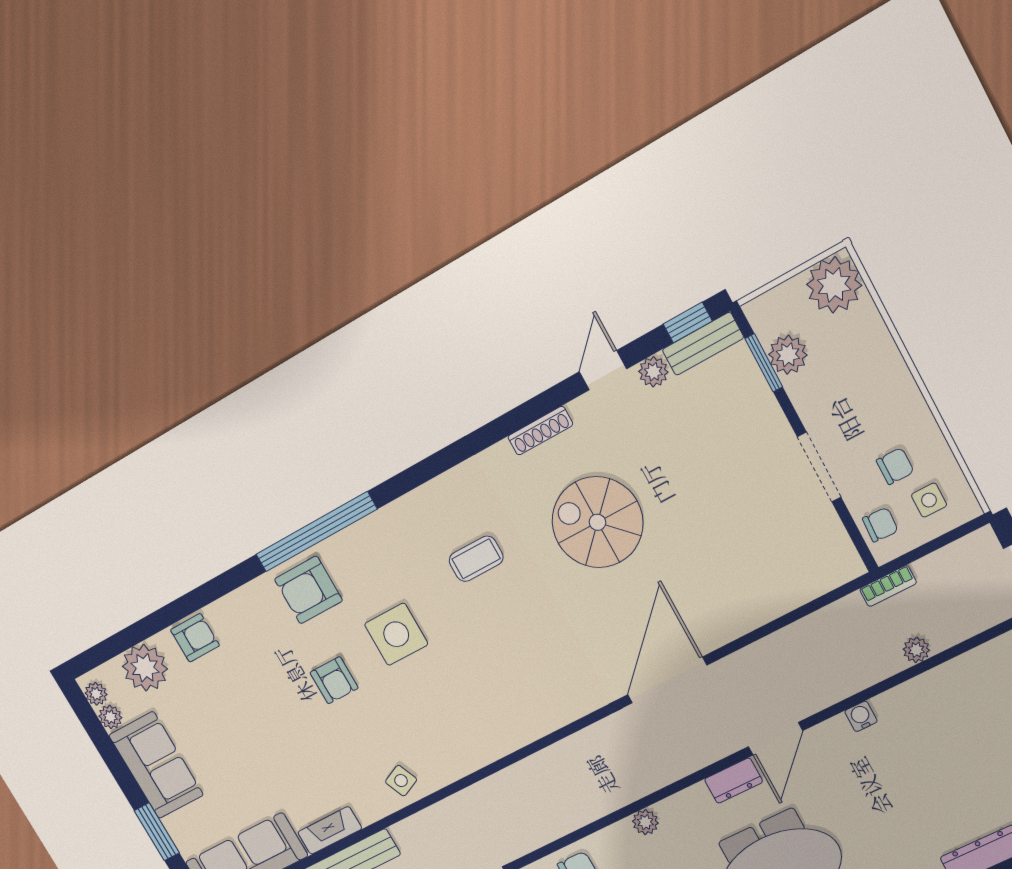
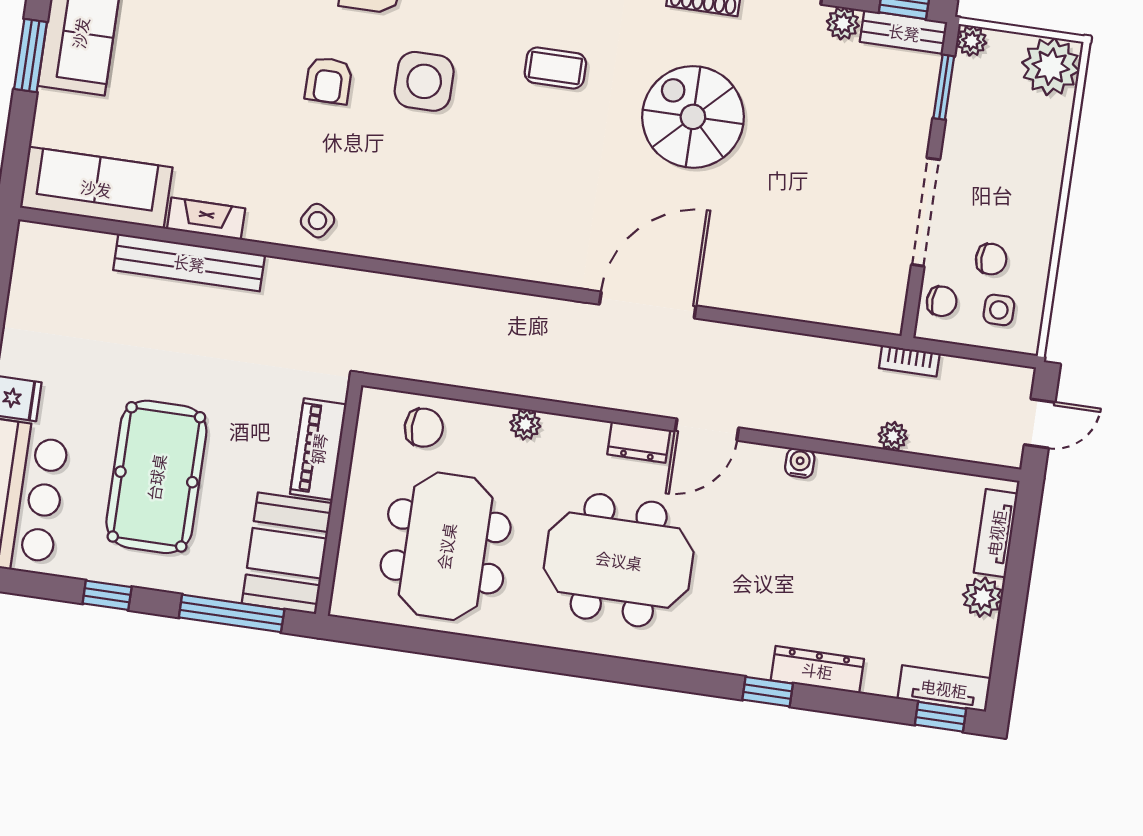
plant: (788, 355) -> (972, 41), moved, width x0.73, depth x0.73
doorway: (819, 467) -> (926, 212), width x1.36
side table: (401, 781) -> (318, 221), turned -34
window: (157, 832) -> (30, 55), moved

